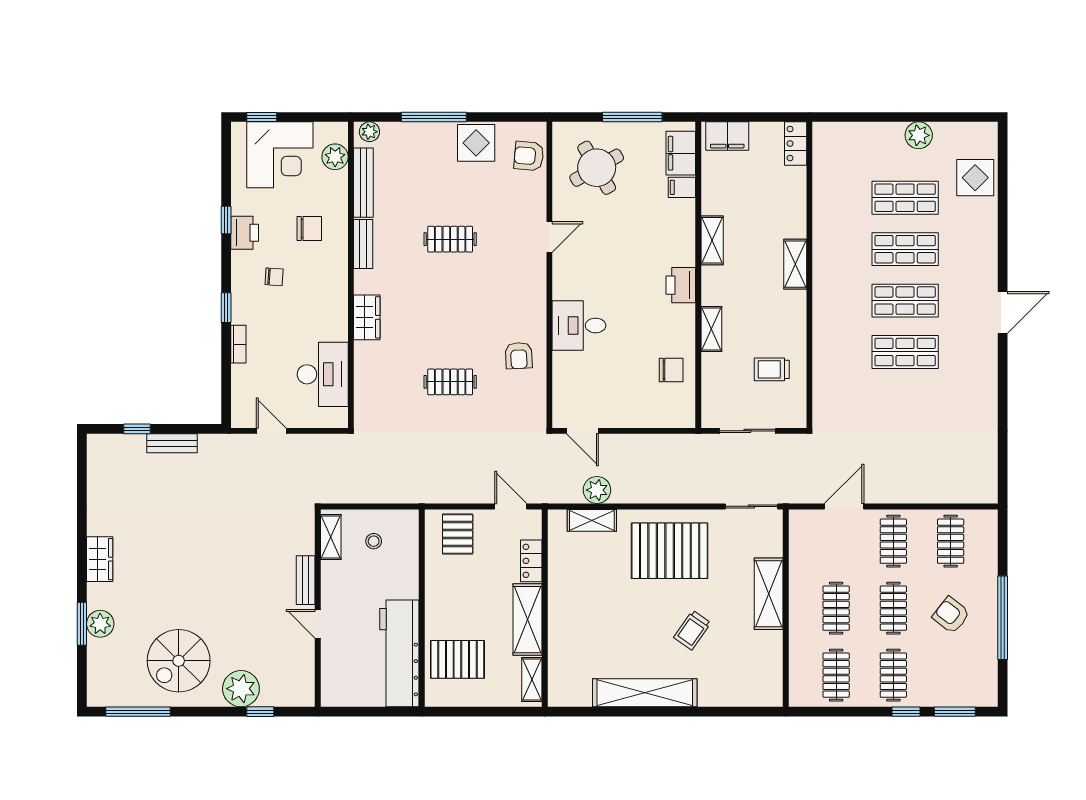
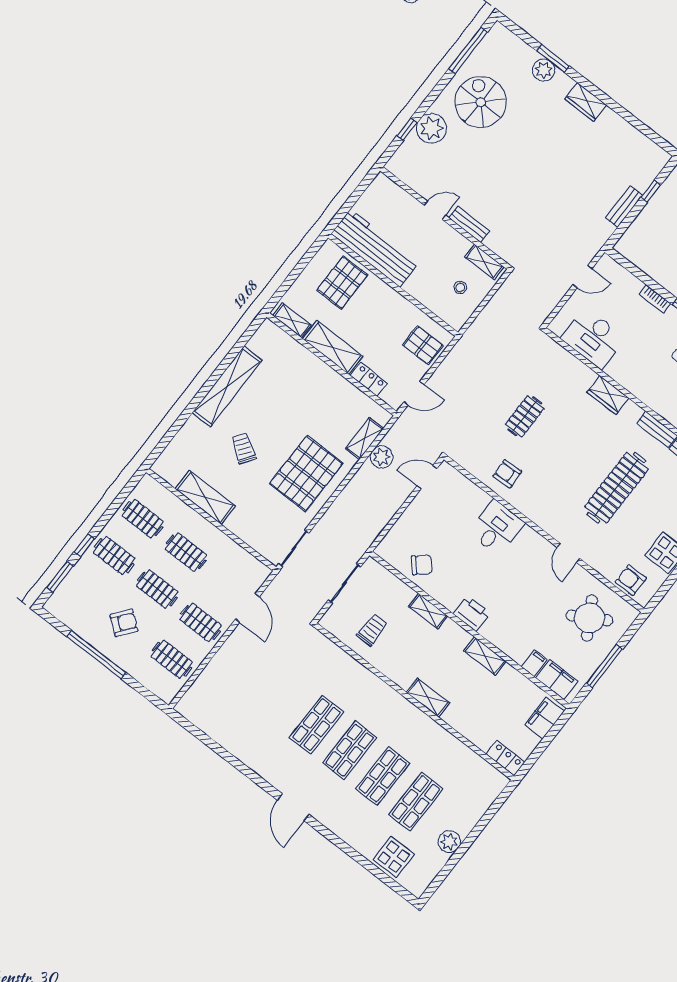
armchair: (529, 156) -> (631, 580), turned -95
clothes rail: (450, 239) -> (617, 488), width x1.86, depth x1.31
chair: (671, 370) -> (422, 565), turned -132
shelving: (769, 594) -> (205, 497), moved

